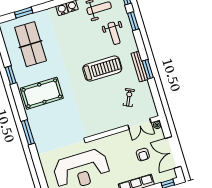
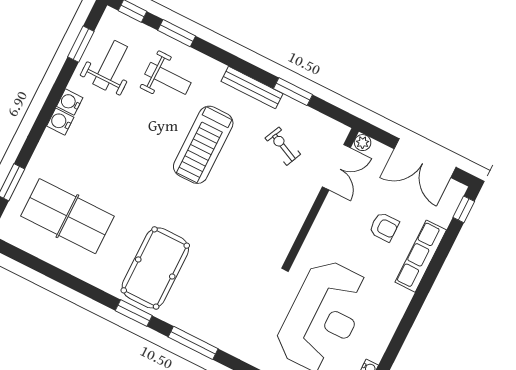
treadmill: (102, 69) -> (203, 145), turned 180
window: (148, 69) -> (293, 92), moved
window: (11, 75) -> (134, 313), moved
armchair: (143, 154) -> (384, 227), moved

